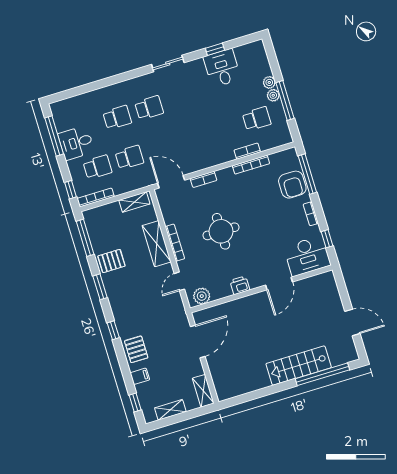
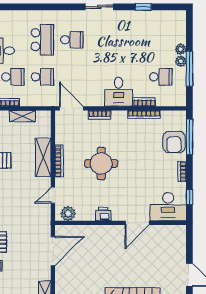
desk: (222, 68) -> (119, 92), moved, turned 180
school desk: (117, 117) -> (42, 40), width x1.85
shelving: (134, 202) -> (22, 116), moved

